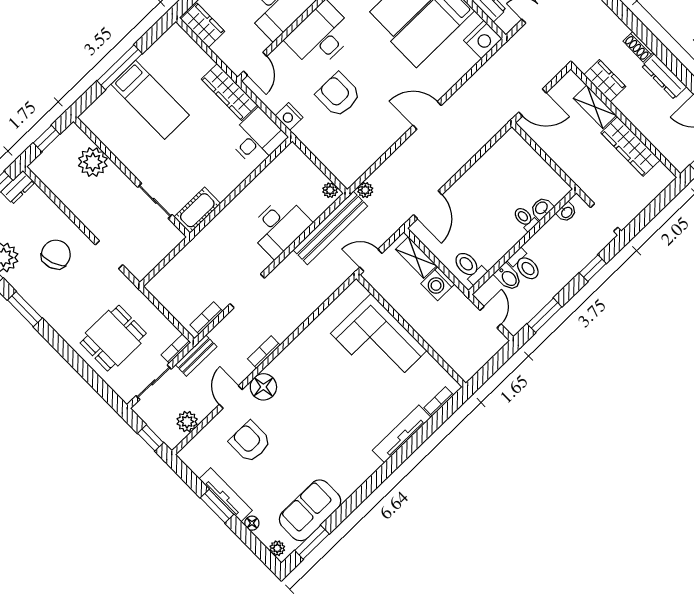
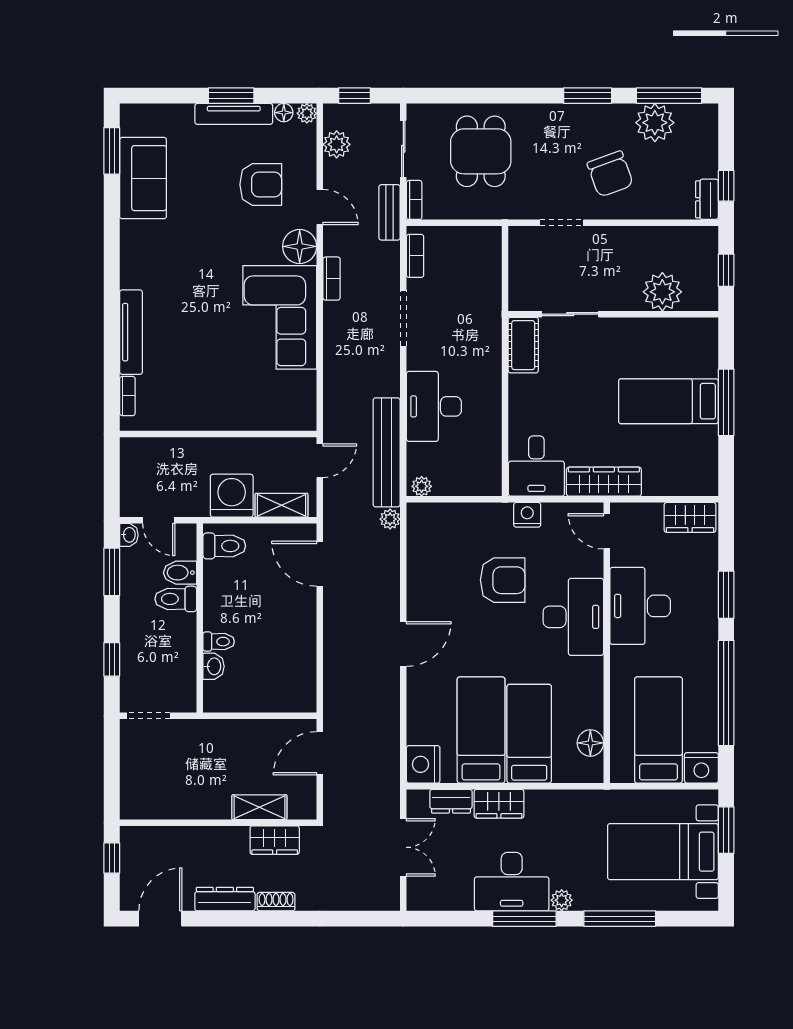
wardrobe: (630, 146) -> (190, 804), removed
washbasin: (567, 212) -> (129, 535), moved, turned 180
washing machine: (438, 284) -> (232, 496), width x1.37, depth x1.37
corner sofa: (379, 342) -> (280, 317), moved, turned -90
floor lamp: (252, 523) -> (284, 113), moved
plant: (277, 548) -> (307, 113), moved

